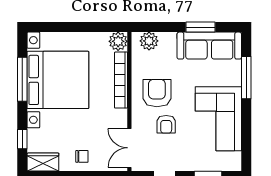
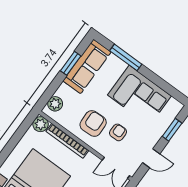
armchair: (157, 93) -> (93, 123), turned 88
armchair: (166, 124) -> (118, 132), turned -90

